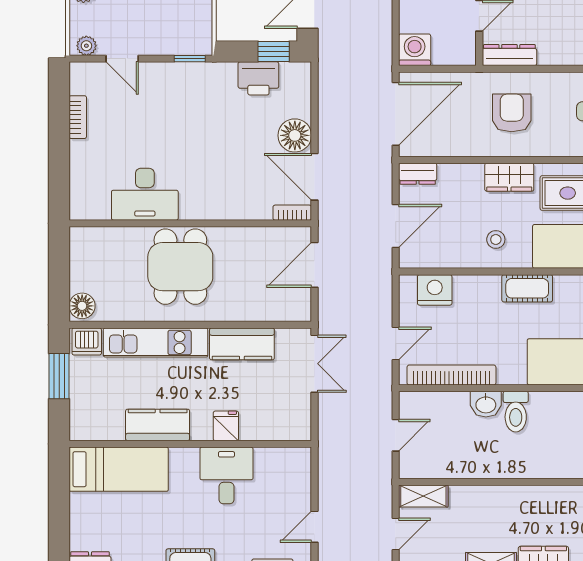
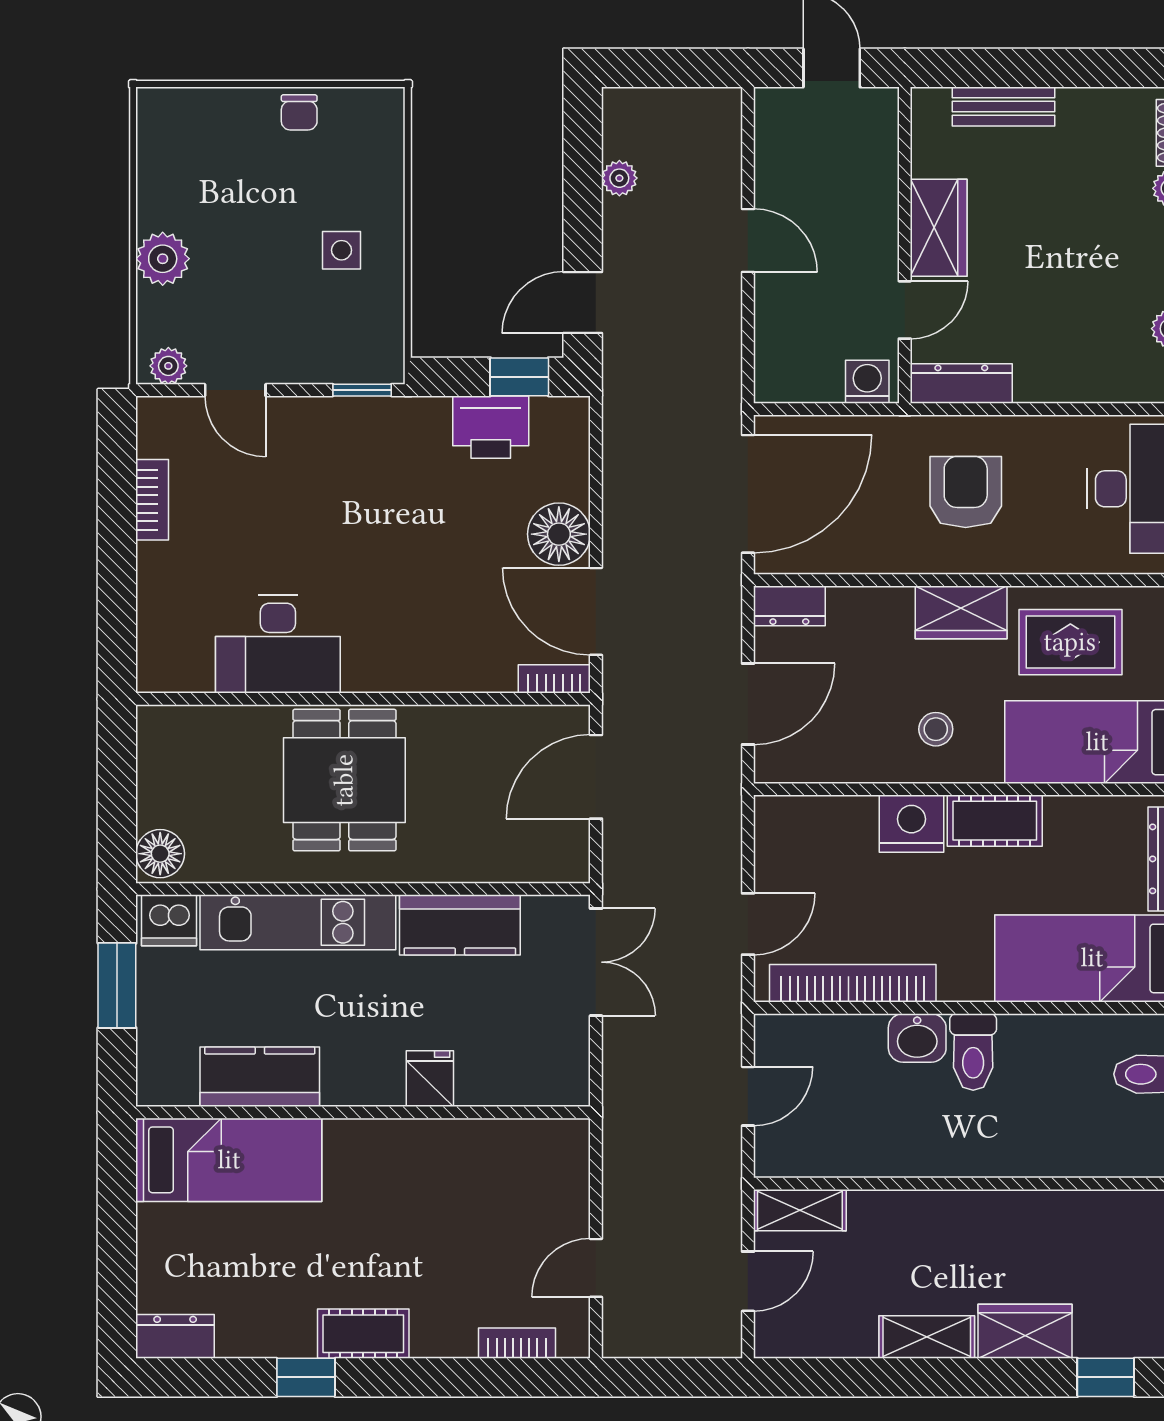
washing machine: (415, 50) -> (867, 382), moved, width x0.73, depth x0.73
nightstand: (435, 290) -> (911, 824), moved
kitchen counter: (158, 425) -> (260, 1077), moved
desk: (226, 475) -> (431, 1171), removed

